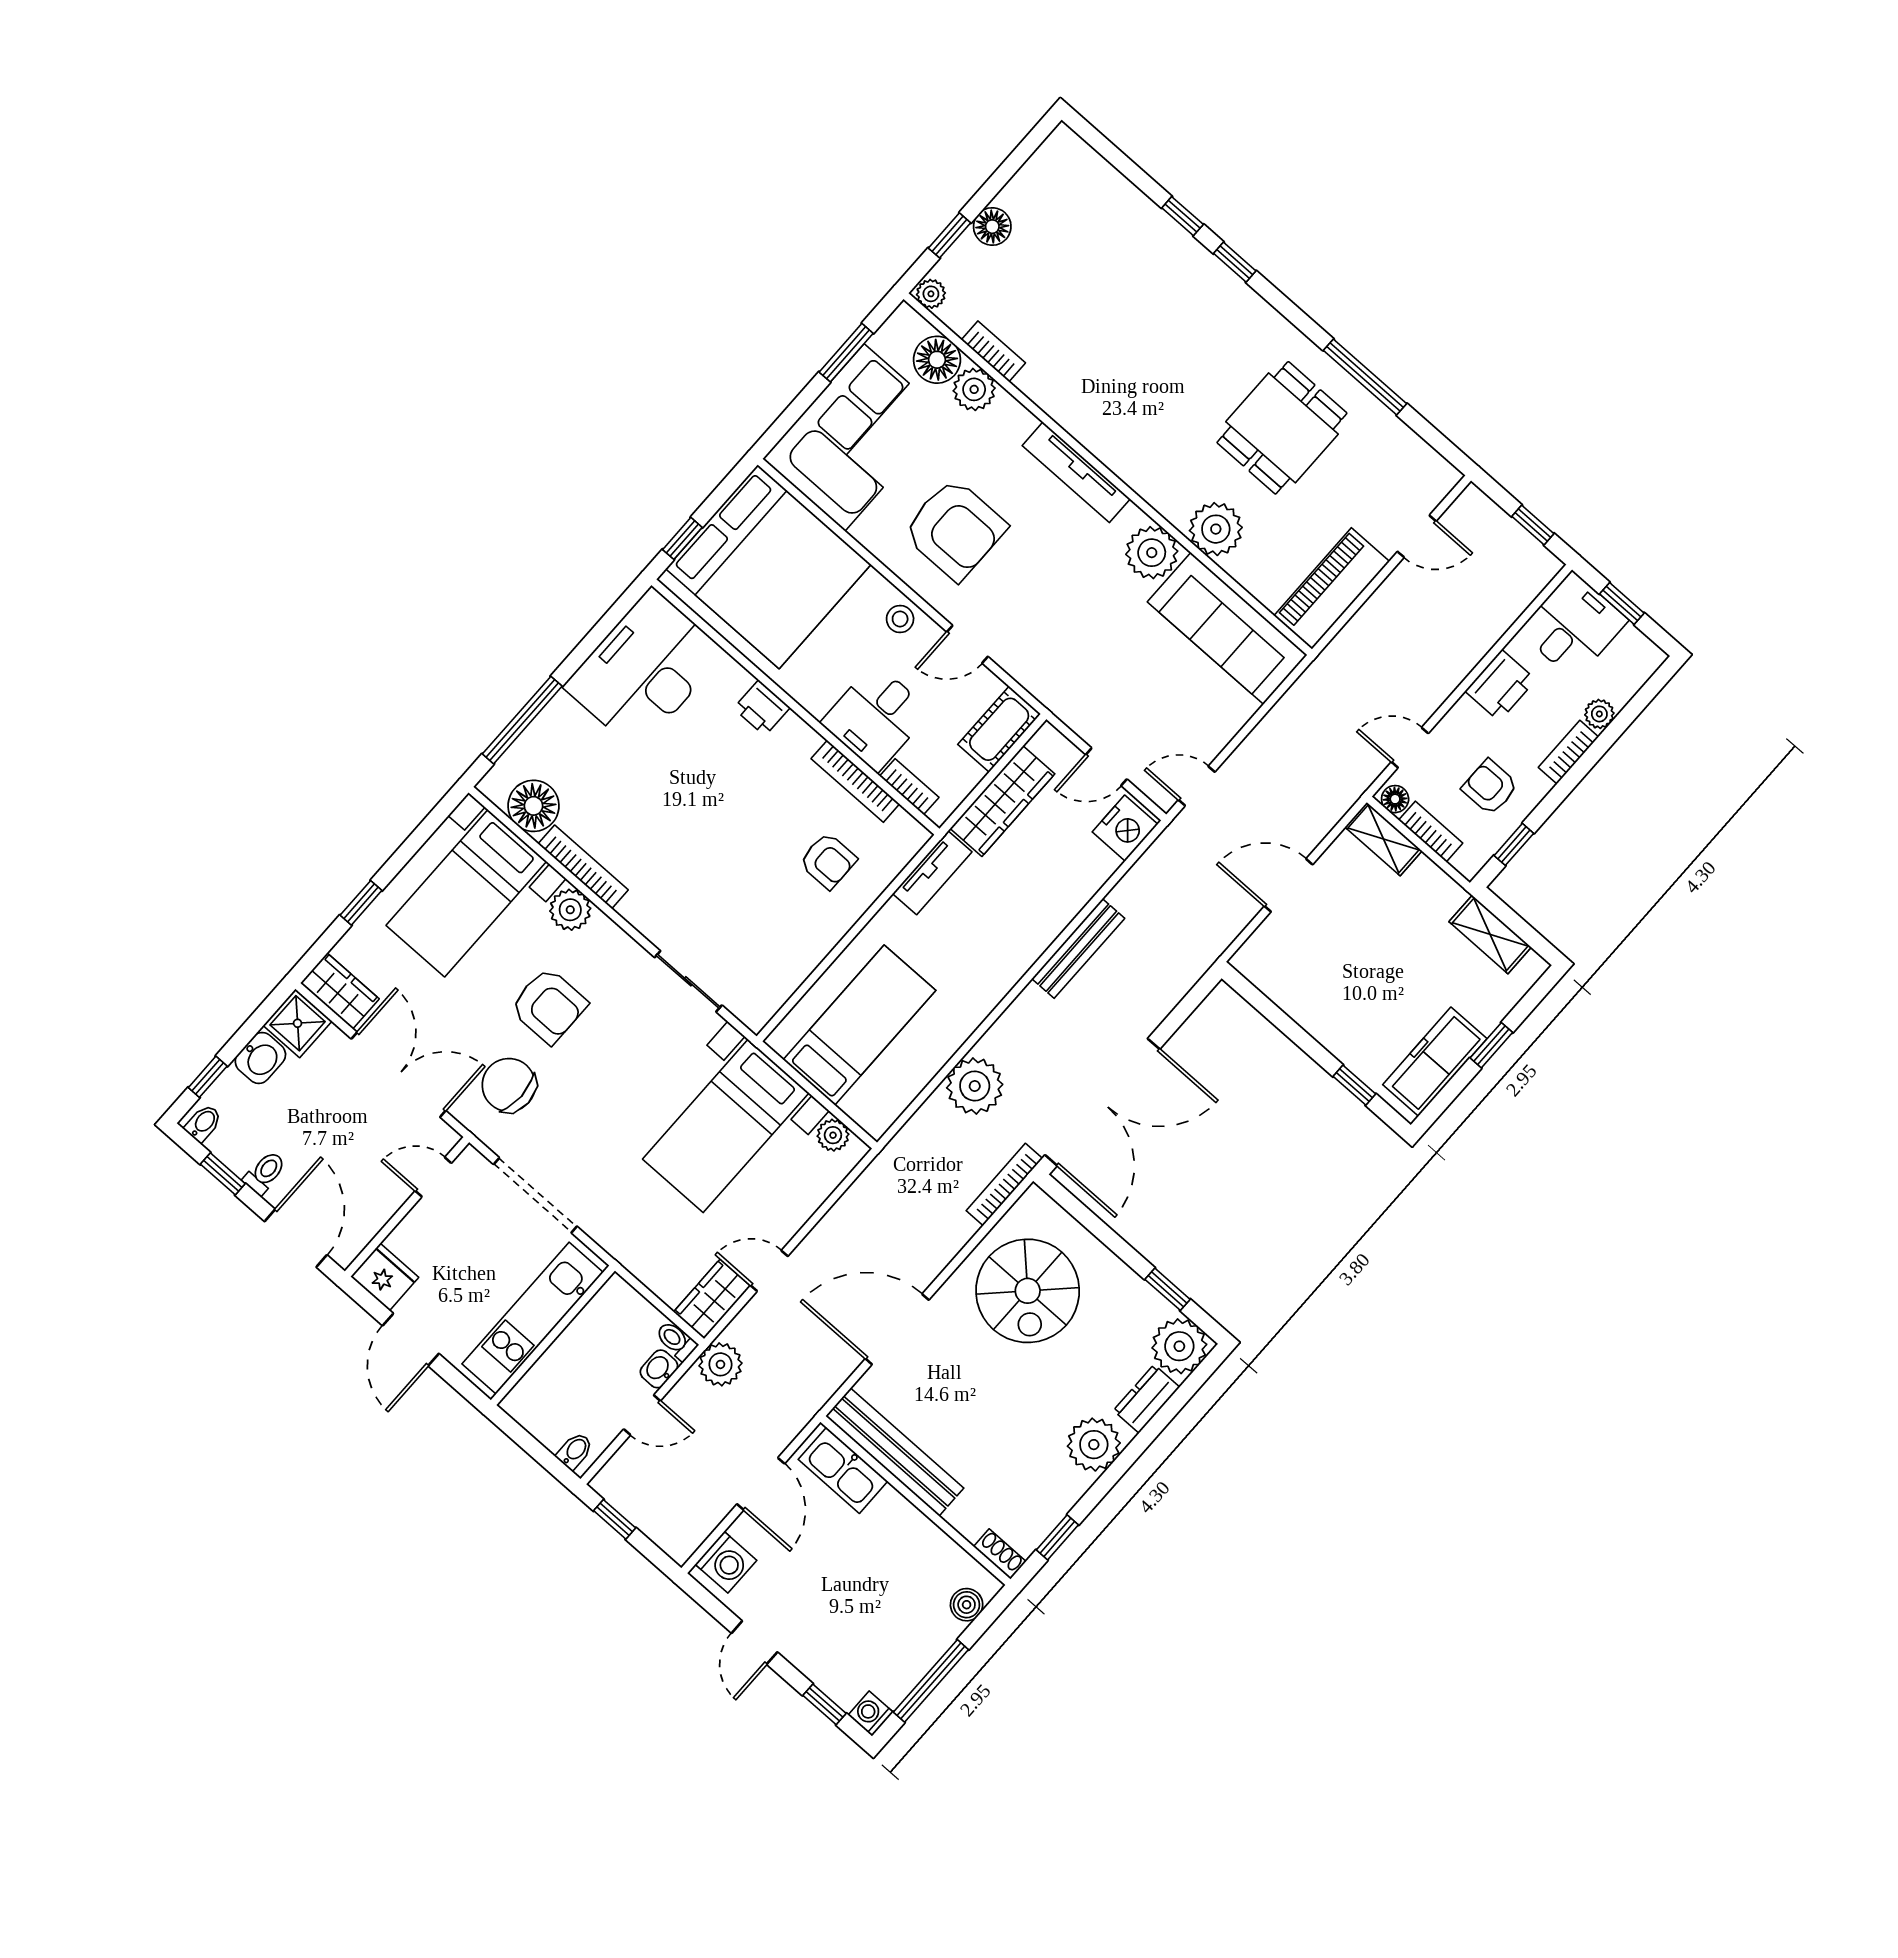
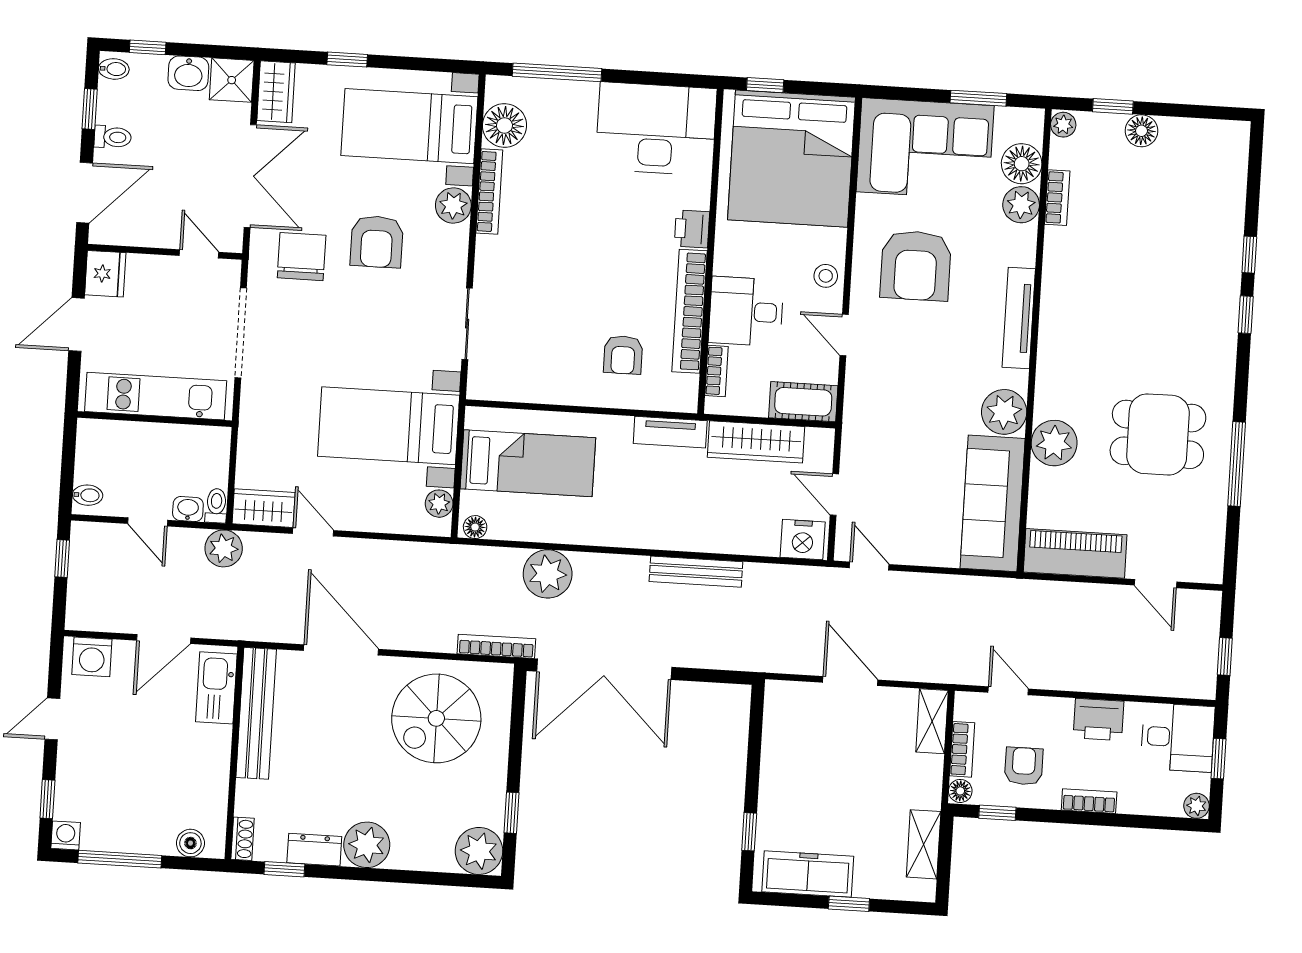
plant: (1599, 714) -> (1196, 806), moved
bookcase: (855, 781) -> (690, 311), width x1.48, depth x1.31
floor lamp: (1395, 799) -> (960, 791), moved
floor lamp: (880, 1119) -> (475, 527), added
dresser: (1146, 1399) -> (314, 850), moved

